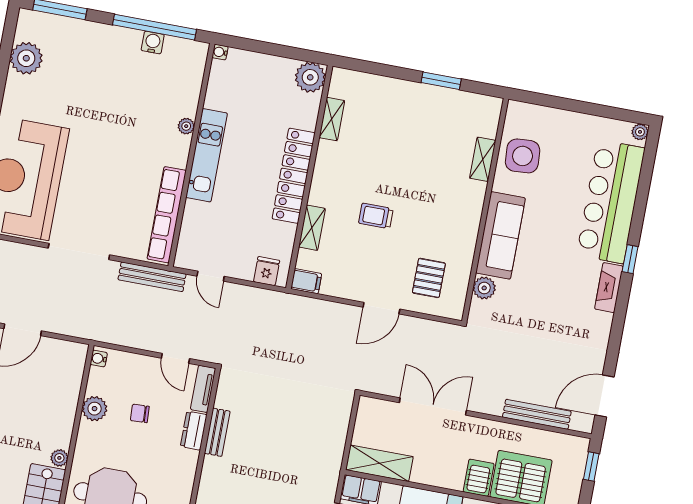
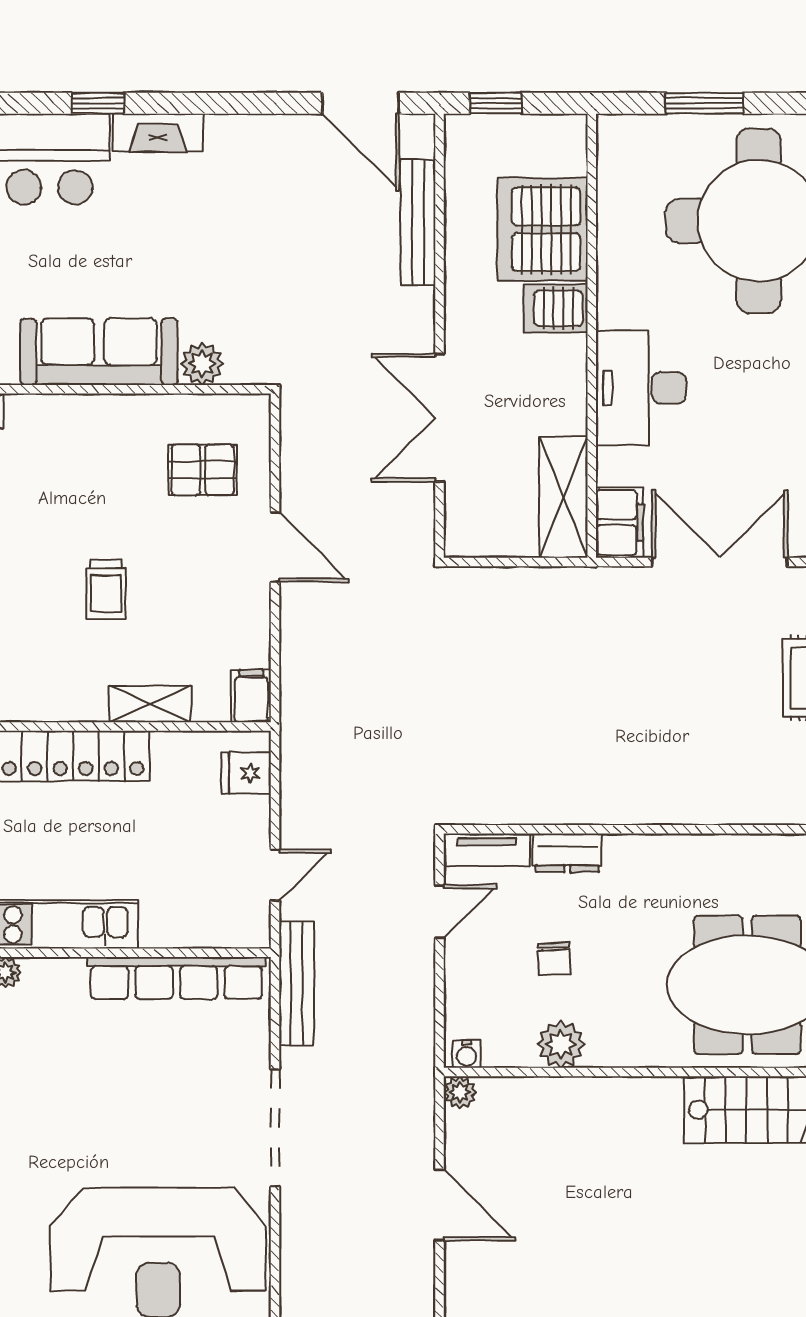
bench: (217, 432) -> (562, 809), removed
plant: (59, 458) -> (460, 1092), moved

